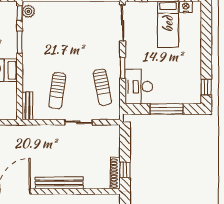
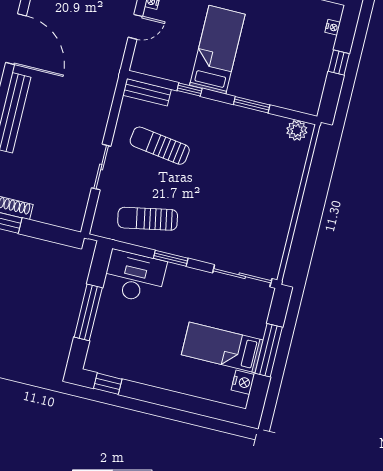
window: (20, 13) -> (190, 90), moved

